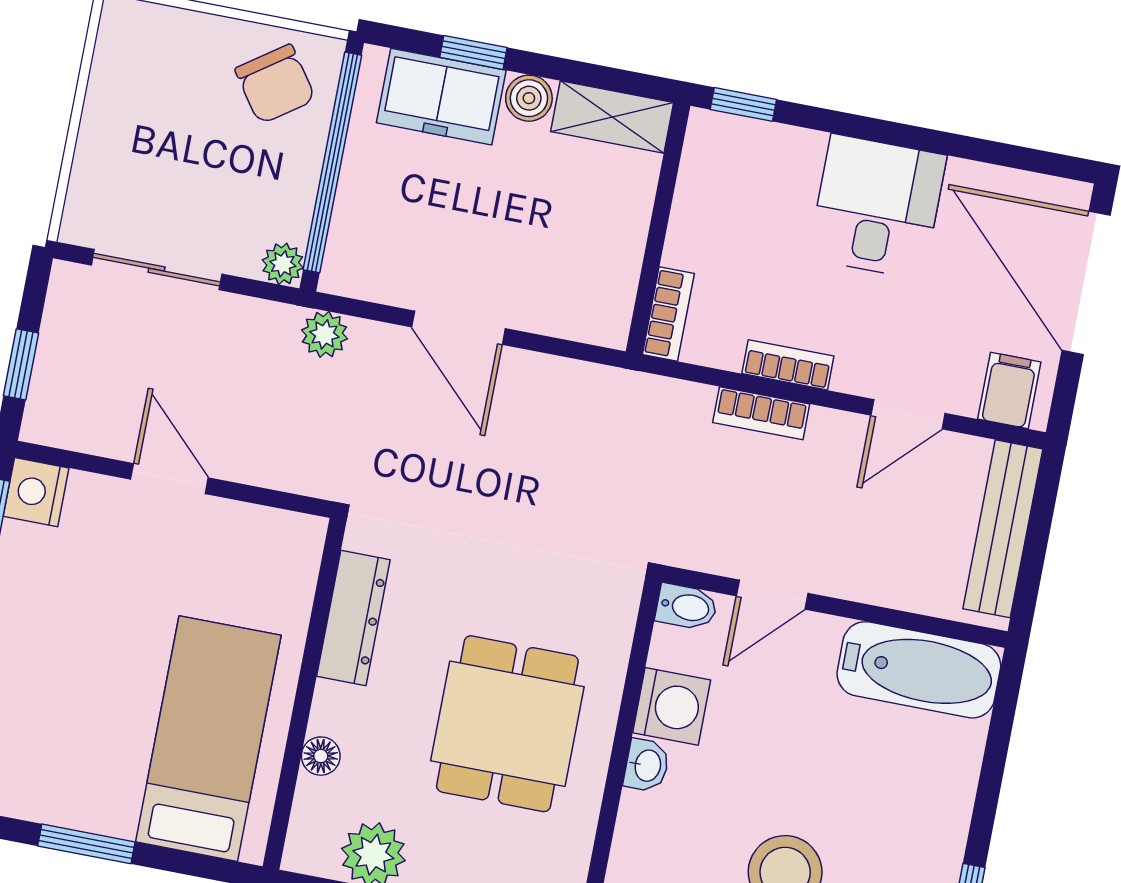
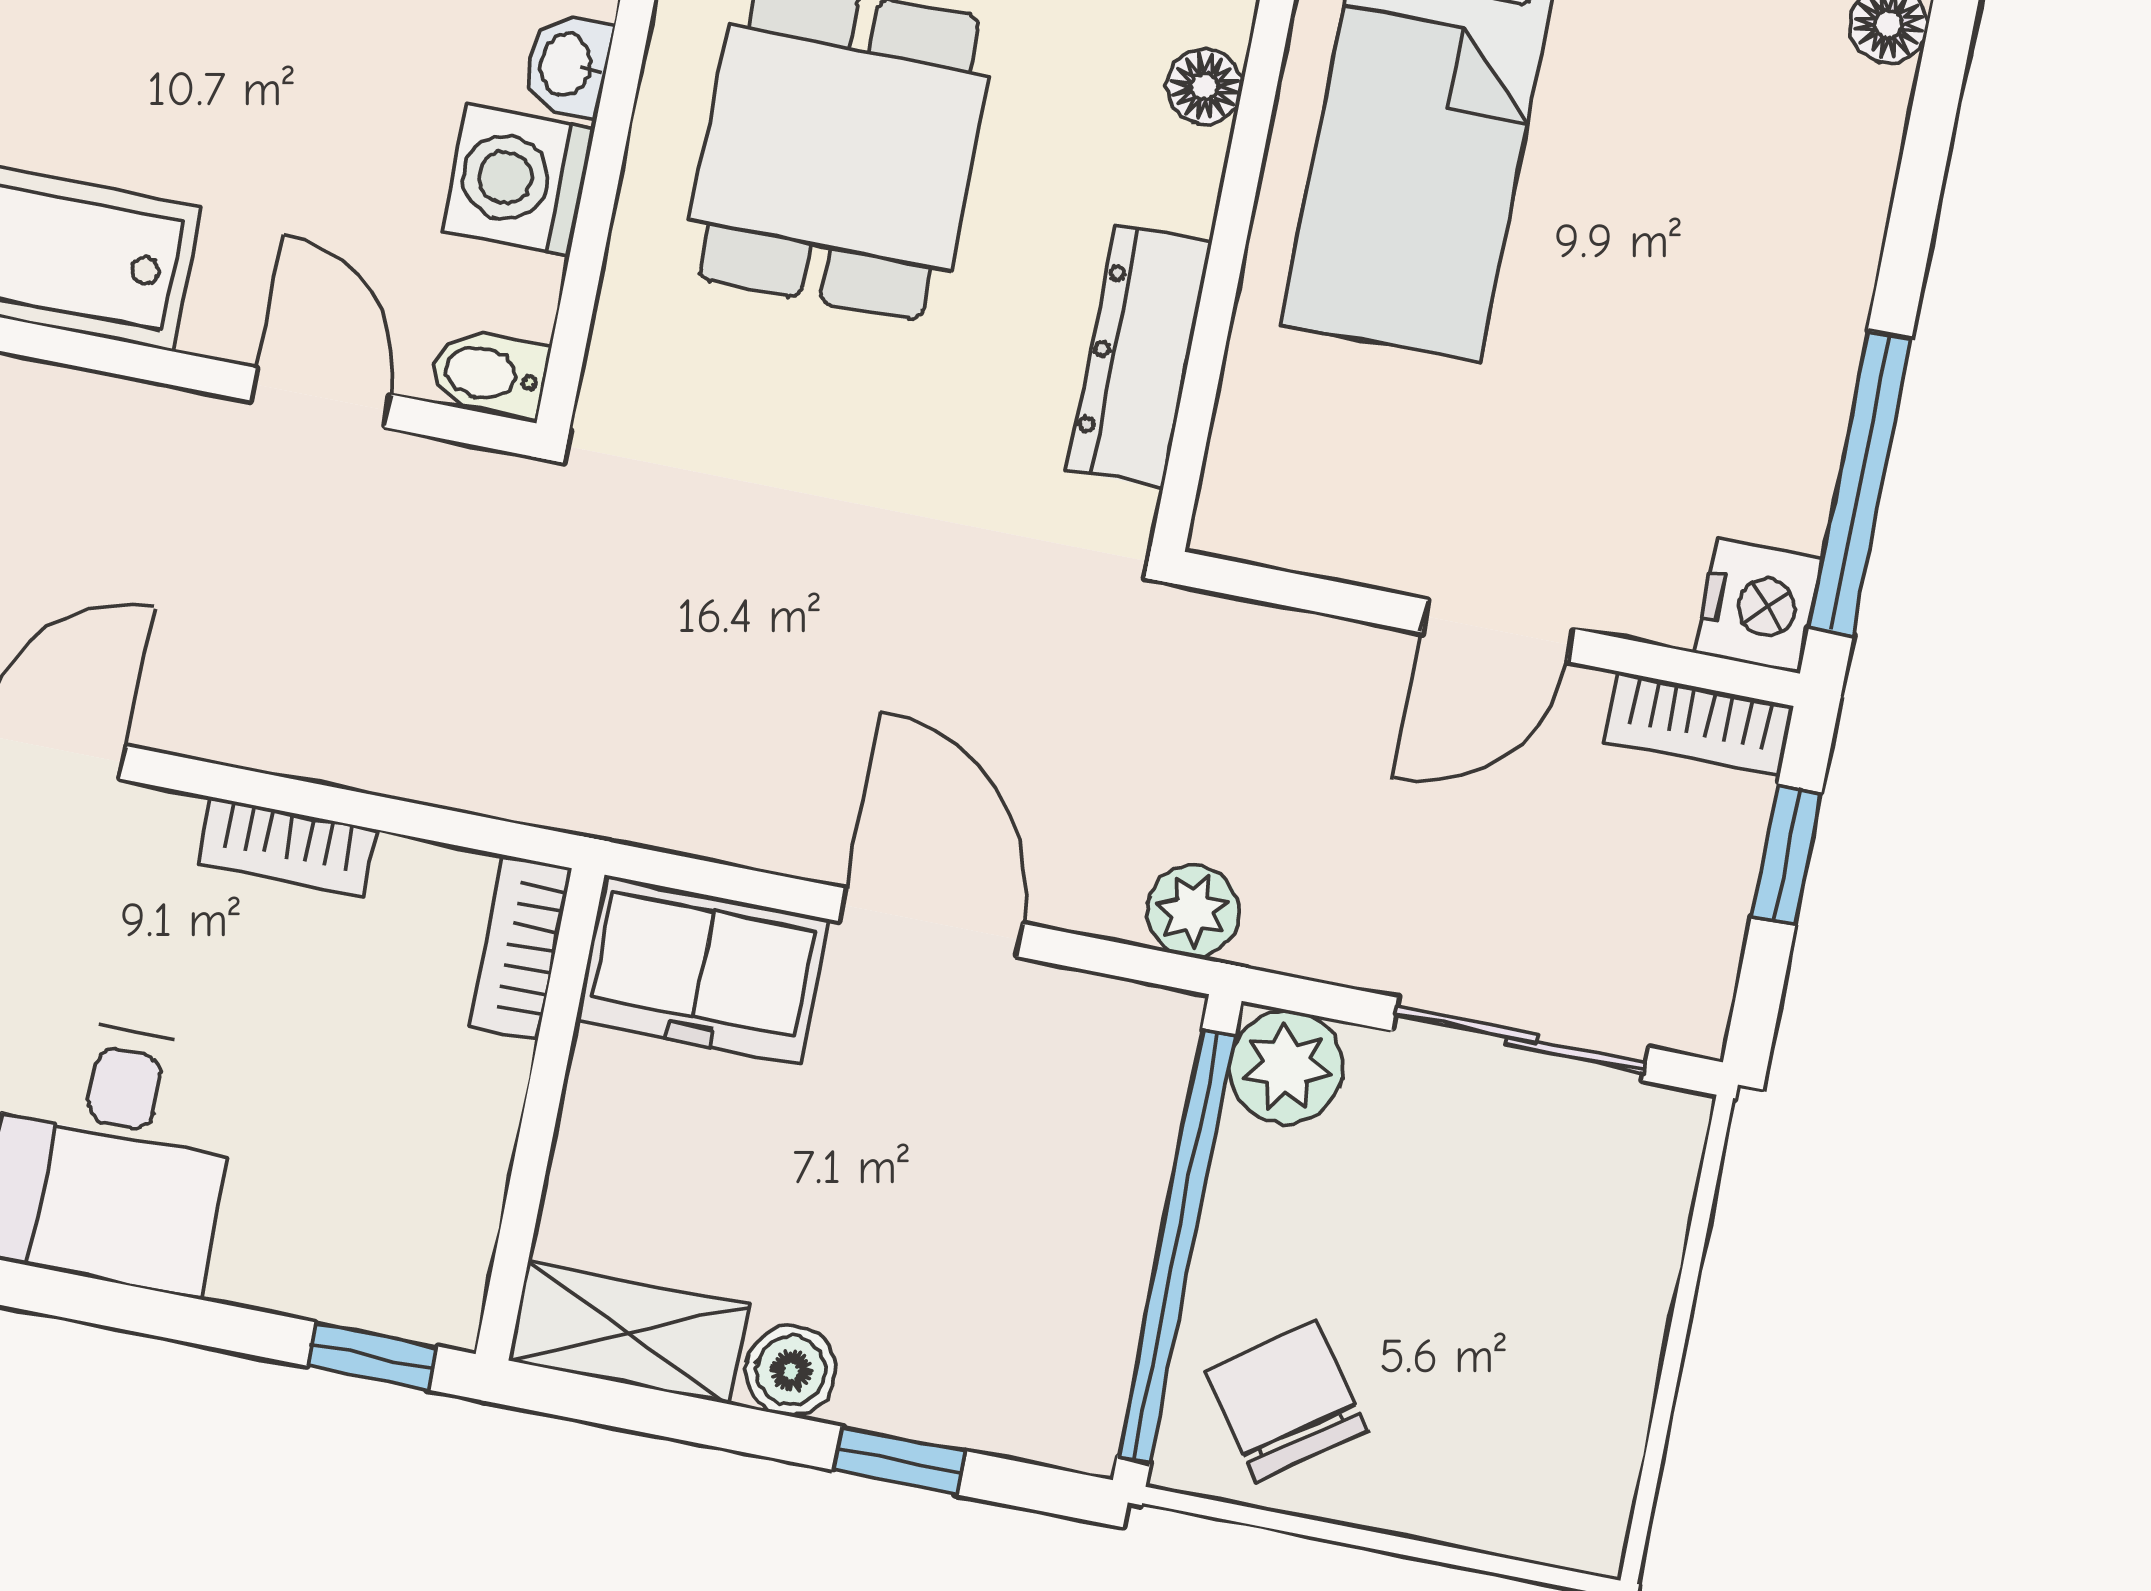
freezer: (441, 97) -> (702, 970), moved, turned 180
plant: (283, 264) -> (1286, 1067), width x1.38, depth x1.38
bookcase: (761, 413) -> (1698, 724), moved, turned 180
door: (169, 479) -> (1498, 631), hinge flipped
door: (772, 595) -> (321, 398), hinge flipped

